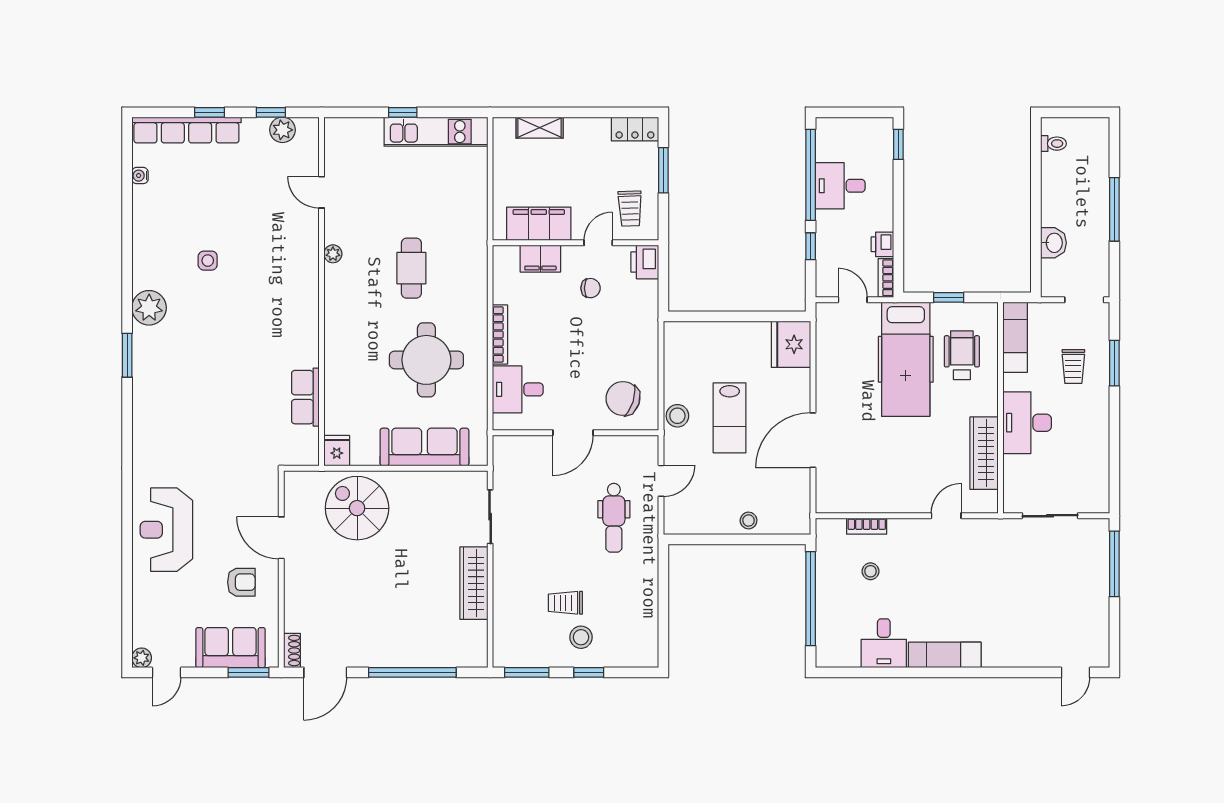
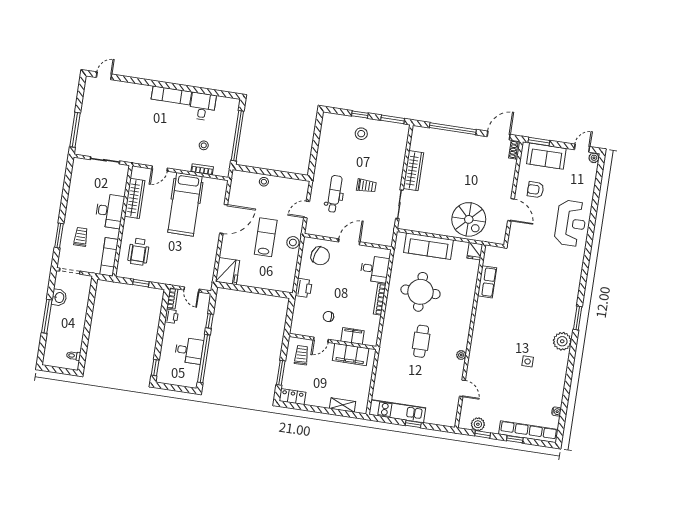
washbasin: (1054, 243) -> (59, 297), moved, turned 180
printer: (645, 262) -> (304, 288), moved
hospital bed: (906, 359) -> (185, 204), moved, turned 180
trolley: (565, 603) -> (366, 186), moved

